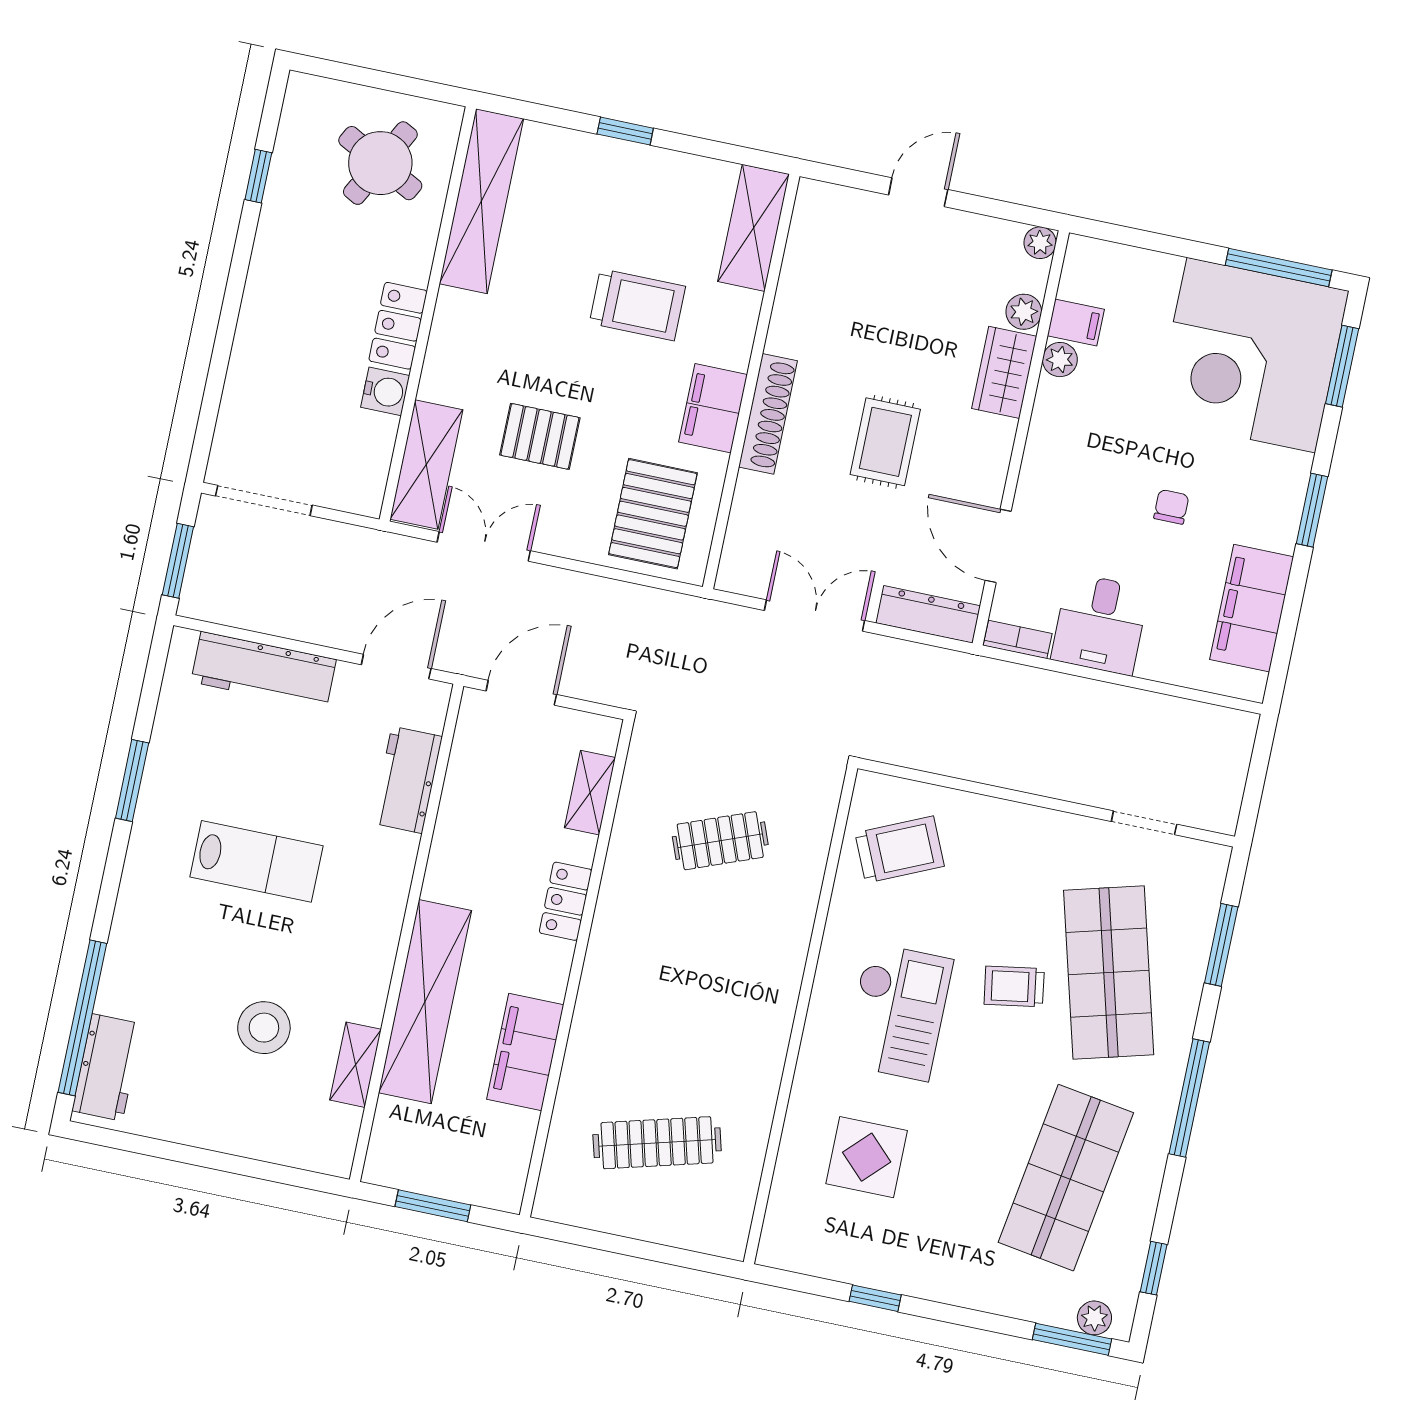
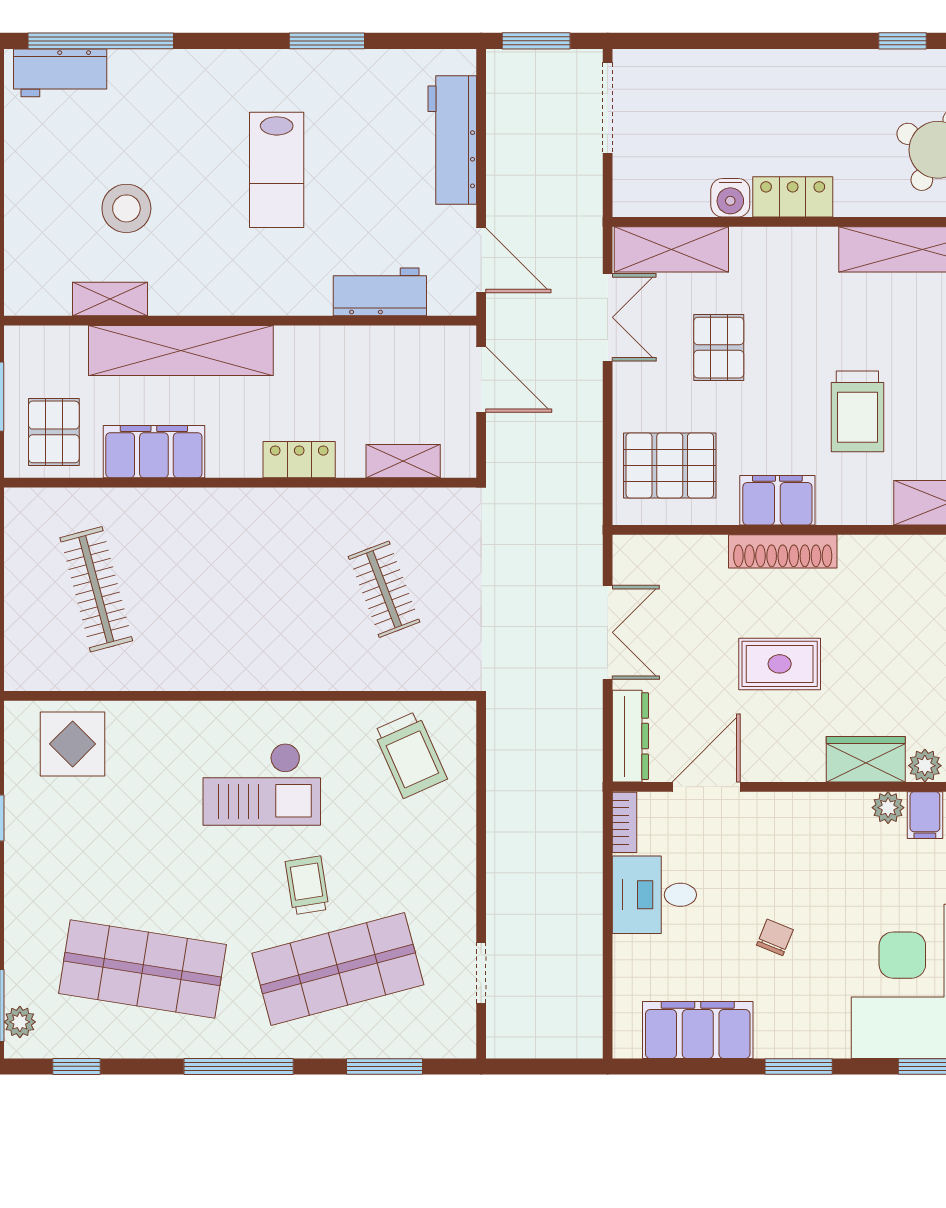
chair: (1171, 507) -> (775, 937), turned -68
pallet: (483, 1153) -> (54, 432), added
display table: (867, 1157) -> (73, 744), moved

